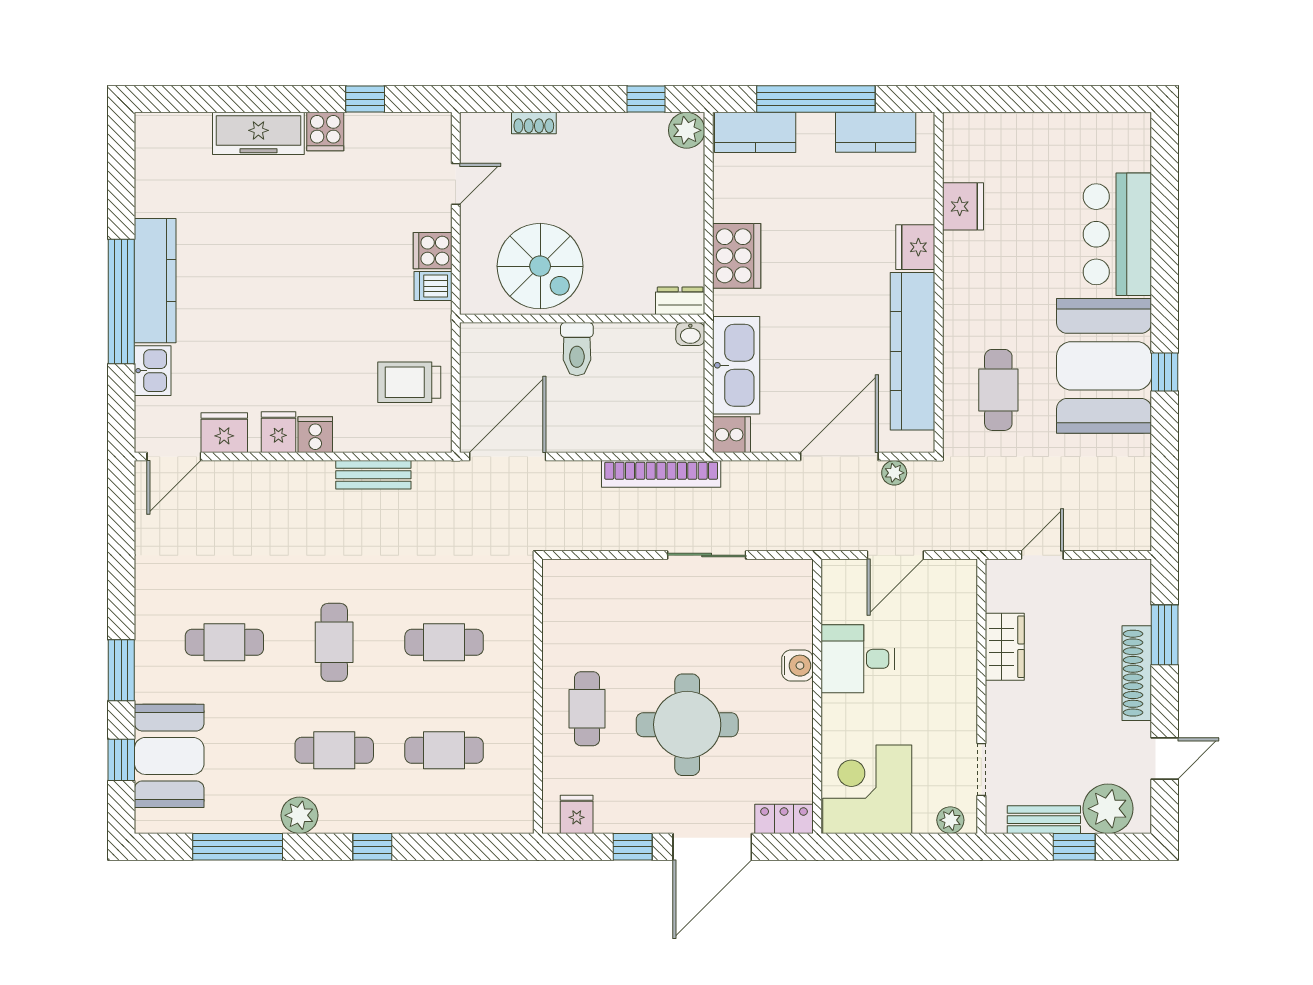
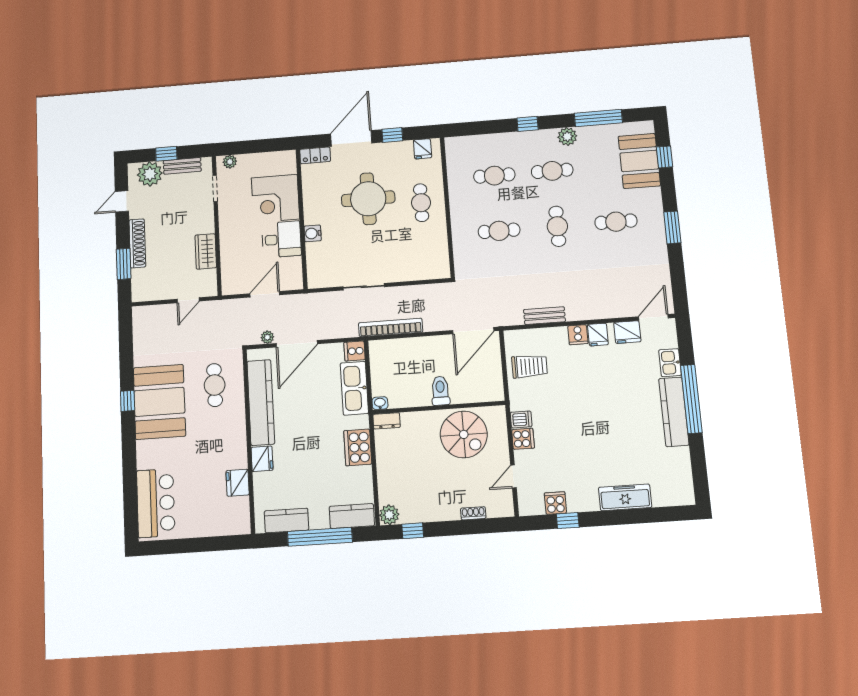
cooker: (325, 132) -> (555, 503), moved
bar counter: (1117, 234) -> (156, 503), moved
spiral stairs: (540, 266) -> (464, 434), turned 180
window: (121, 670) -> (672, 227), moved
corner desk: (867, 789) -> (275, 198), moved, turned 90

